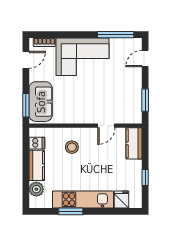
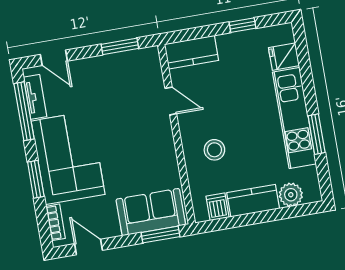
window: (73, 35) -> (36, 179), added
tv unit: (123, 43) -> (35, 97), added

